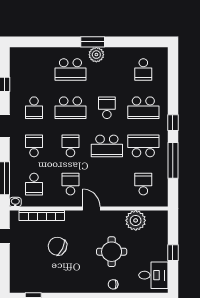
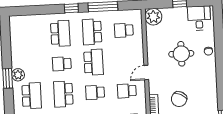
school desk: (143, 70) -> (29, 35), removed
school desk: (70, 108) -> (63, 94), turned 180
plant: (136, 220) -> (153, 17), moved

